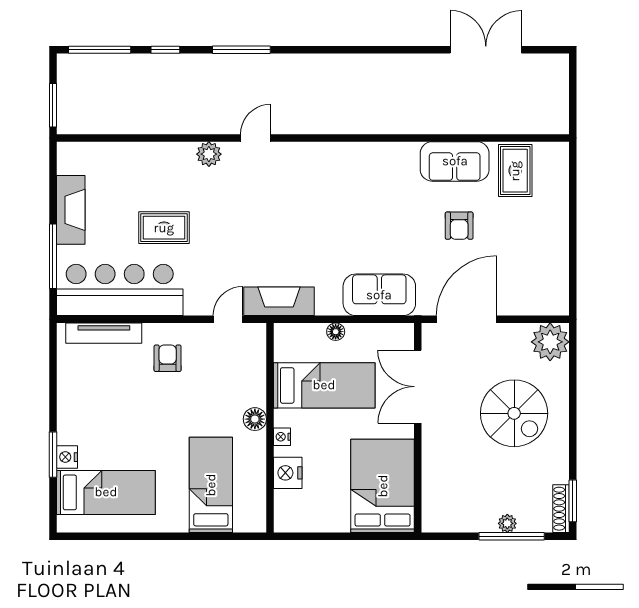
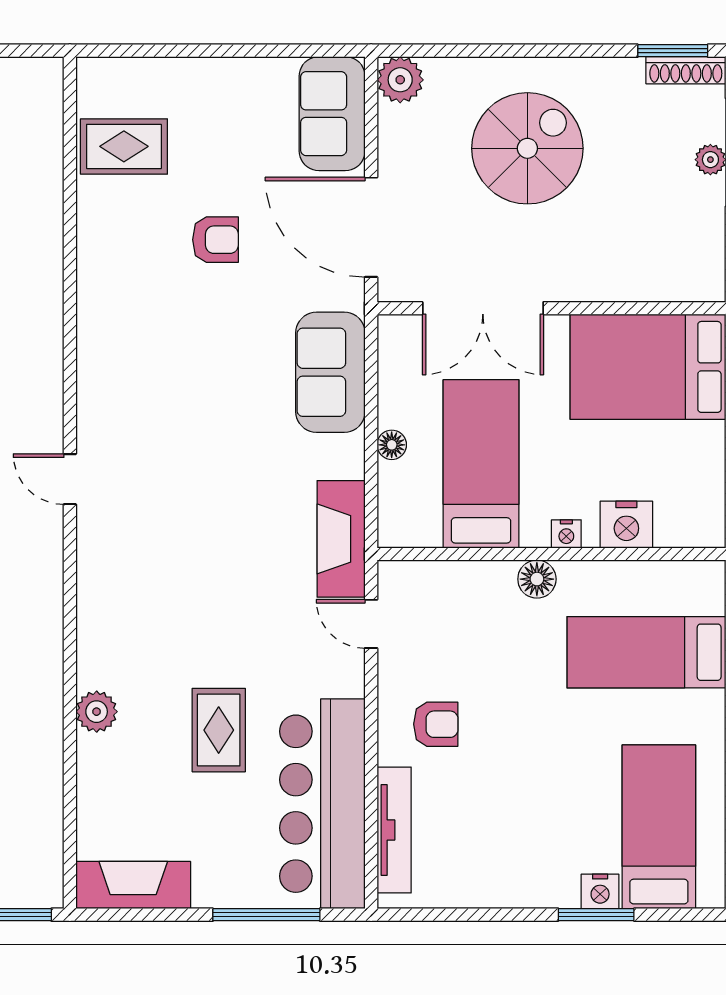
door: (256, 138) -> (70, 479), moved
plant: (209, 154) -> (97, 712), moved
sofa: (455, 161) -> (332, 114), moved, turned 180
fireplace: (71, 210) -> (133, 885), moved
plant: (550, 342) -> (400, 80), width x0.73, depth x0.73
armchair: (168, 358) -> (436, 724), turned 180

